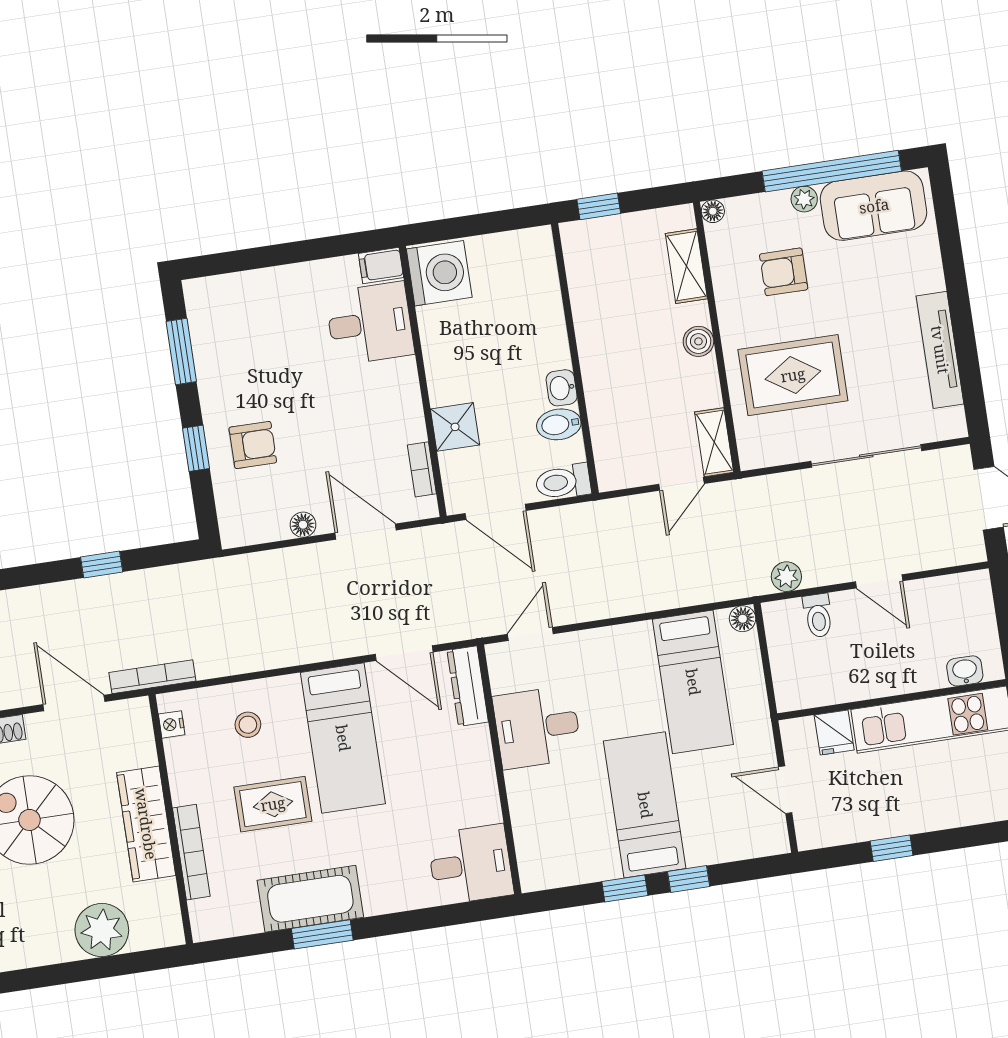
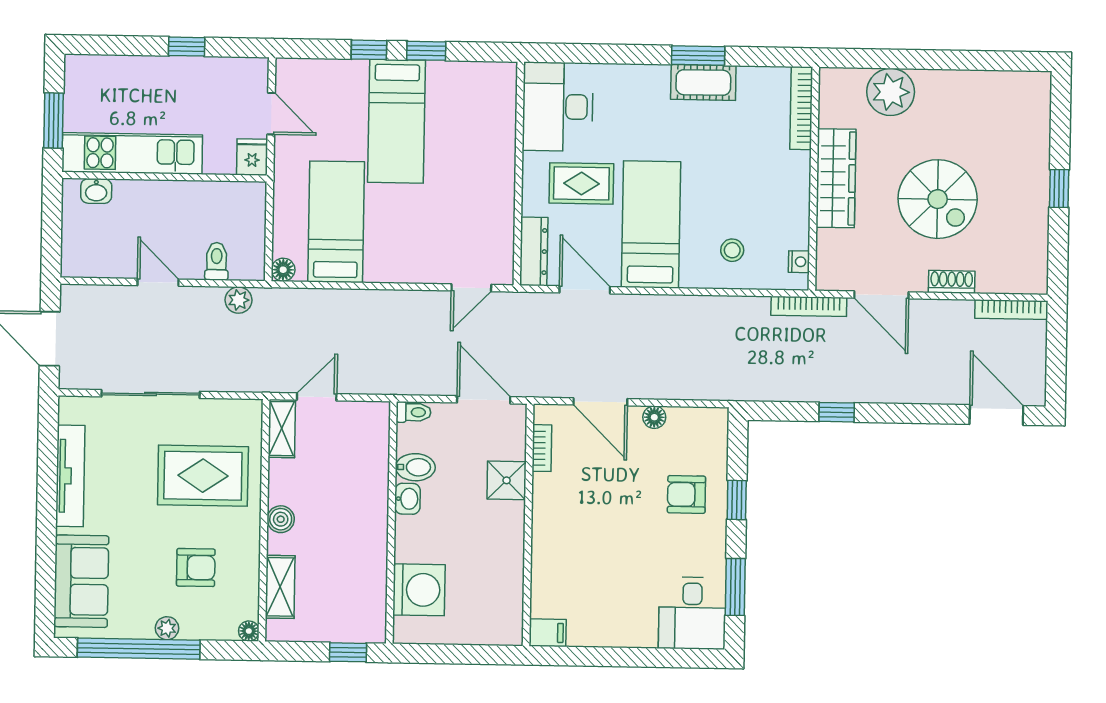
sofa: (874, 206) -> (81, 581), moved, turned 90
washing machine: (439, 273) -> (419, 590), moved, turned 180
desk: (370, 323) -> (692, 613), moved, turned -90
toilet: (563, 482) -> (414, 412), width x0.73, depth x0.72
desk: (537, 727) -> (479, 205), removed
fridge: (834, 733) -> (252, 157), moved
rug: (273, 804) -> (581, 183), moved
bookcase: (191, 852) -> (801, 108), moved
desk: (470, 865) -> (558, 107), width x1.37
cot: (310, 899) -> (703, 83), width x0.73, depth x0.75

